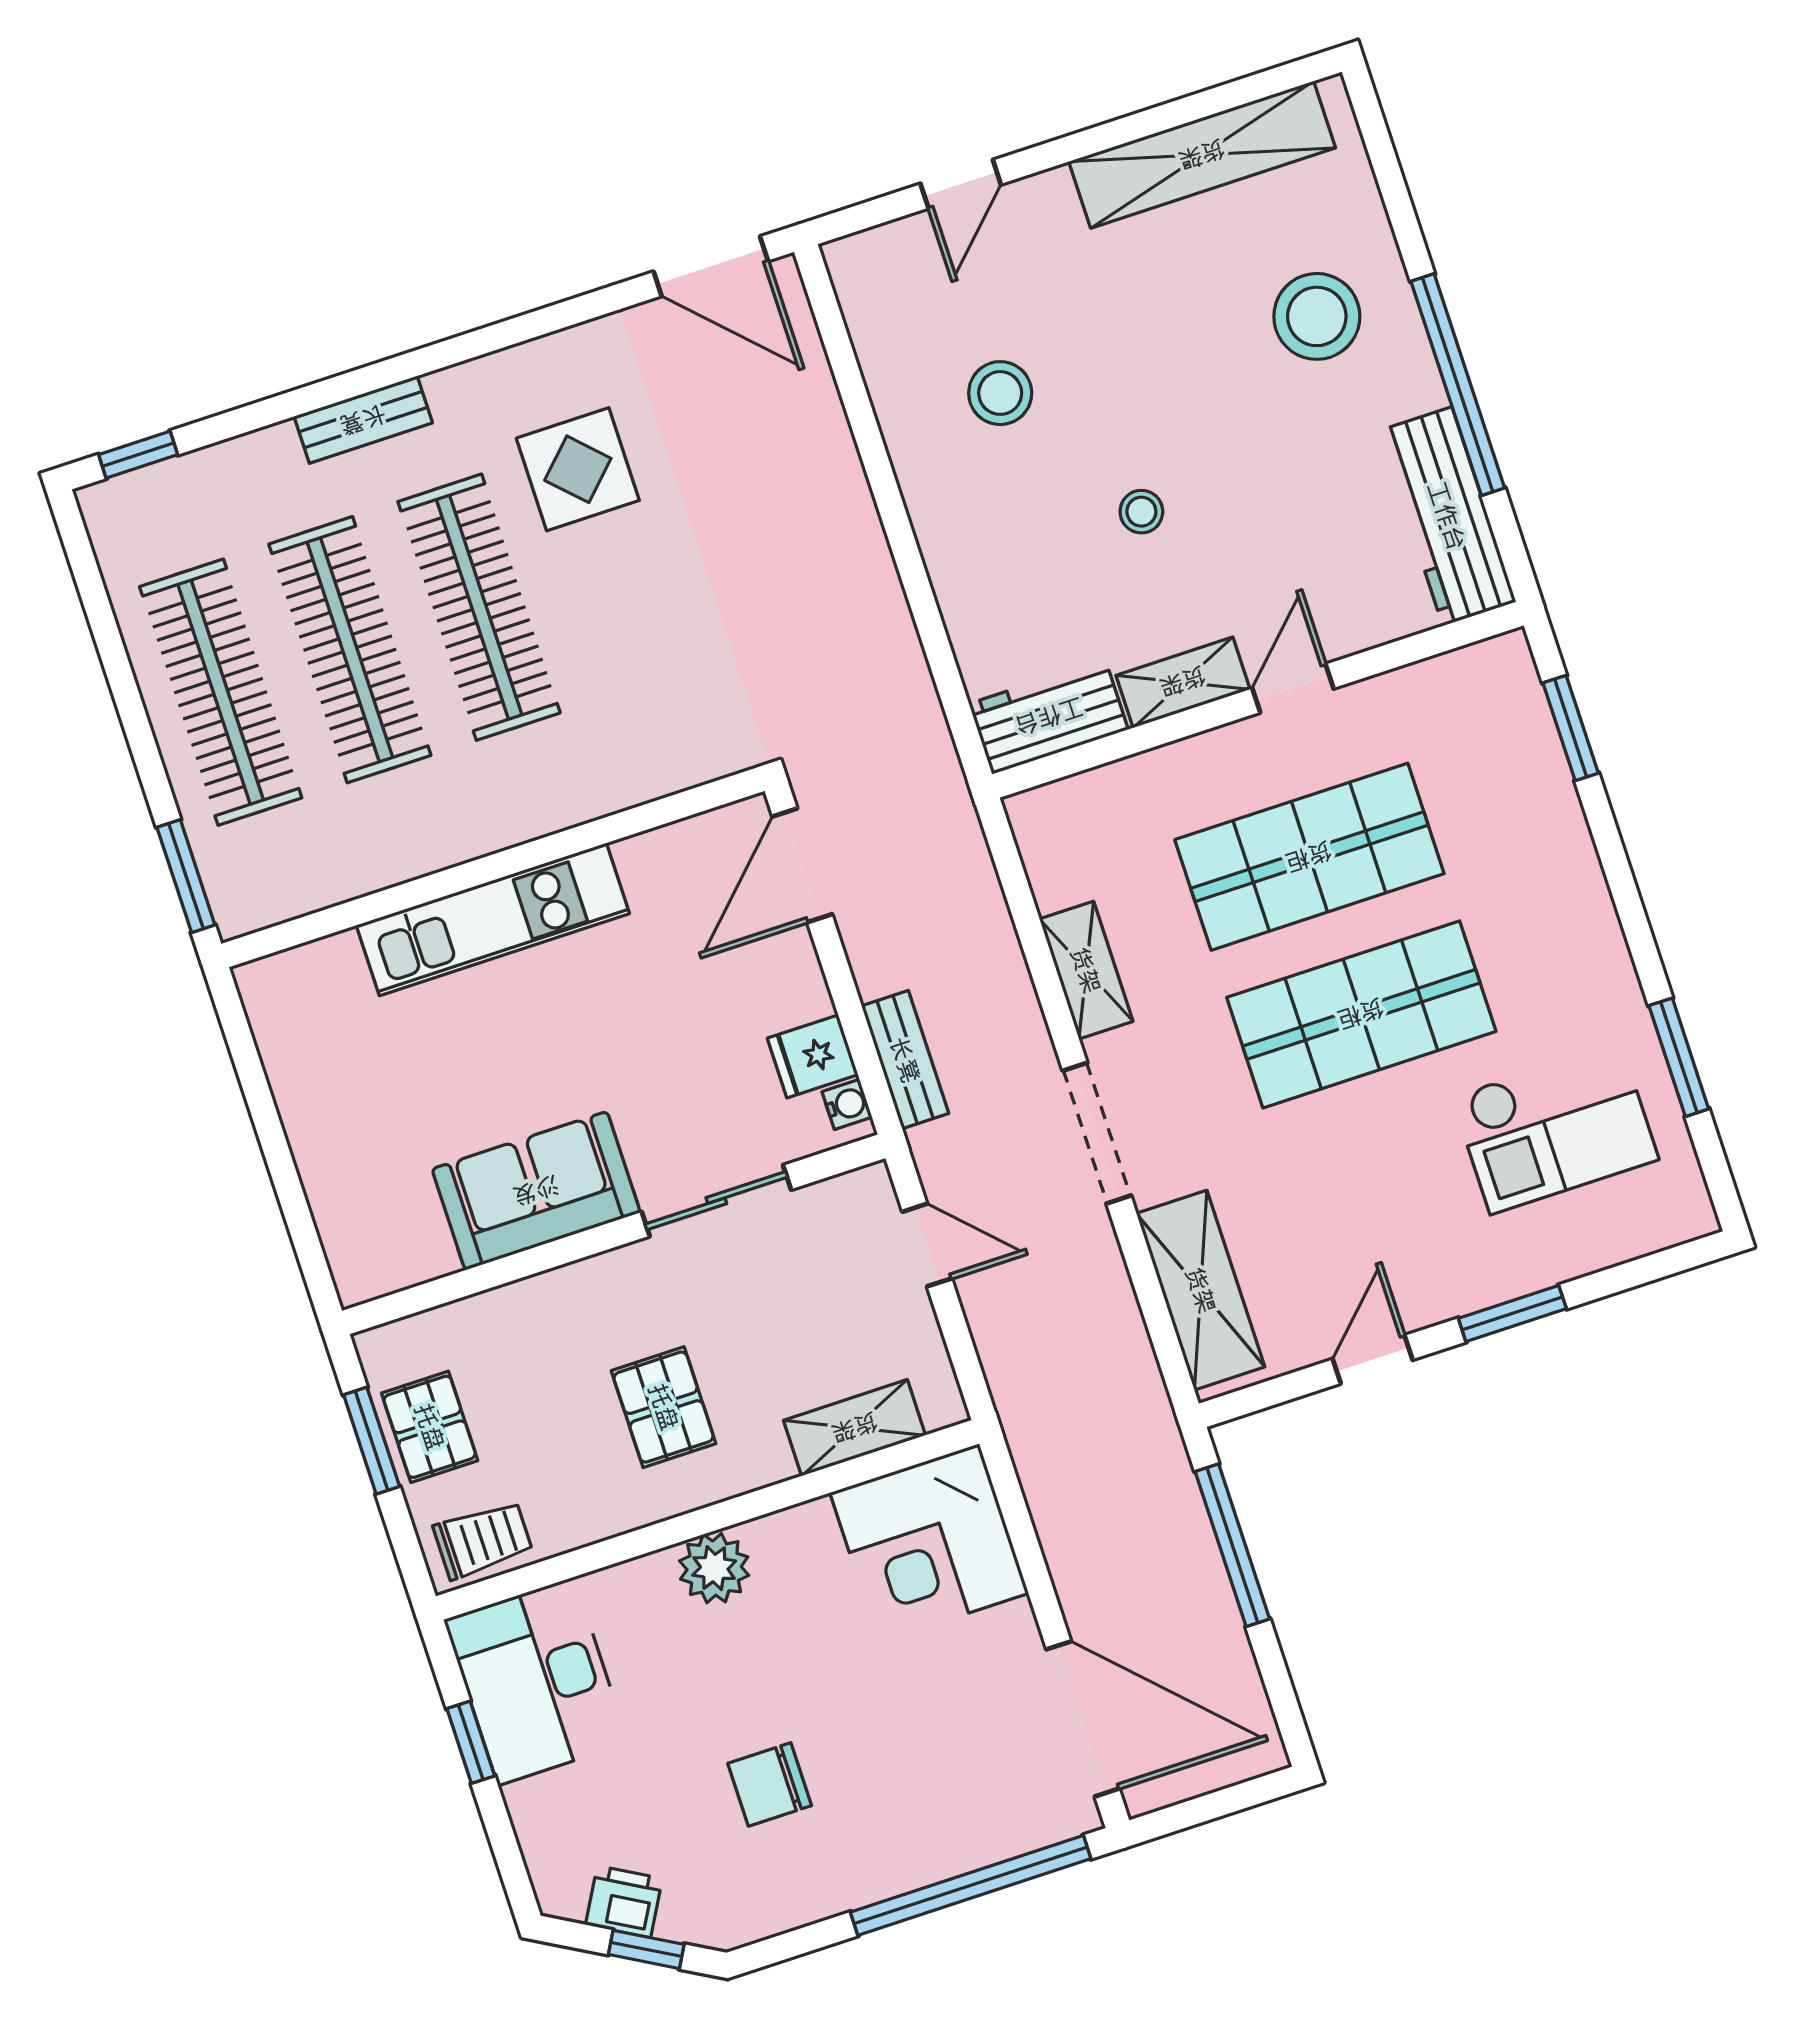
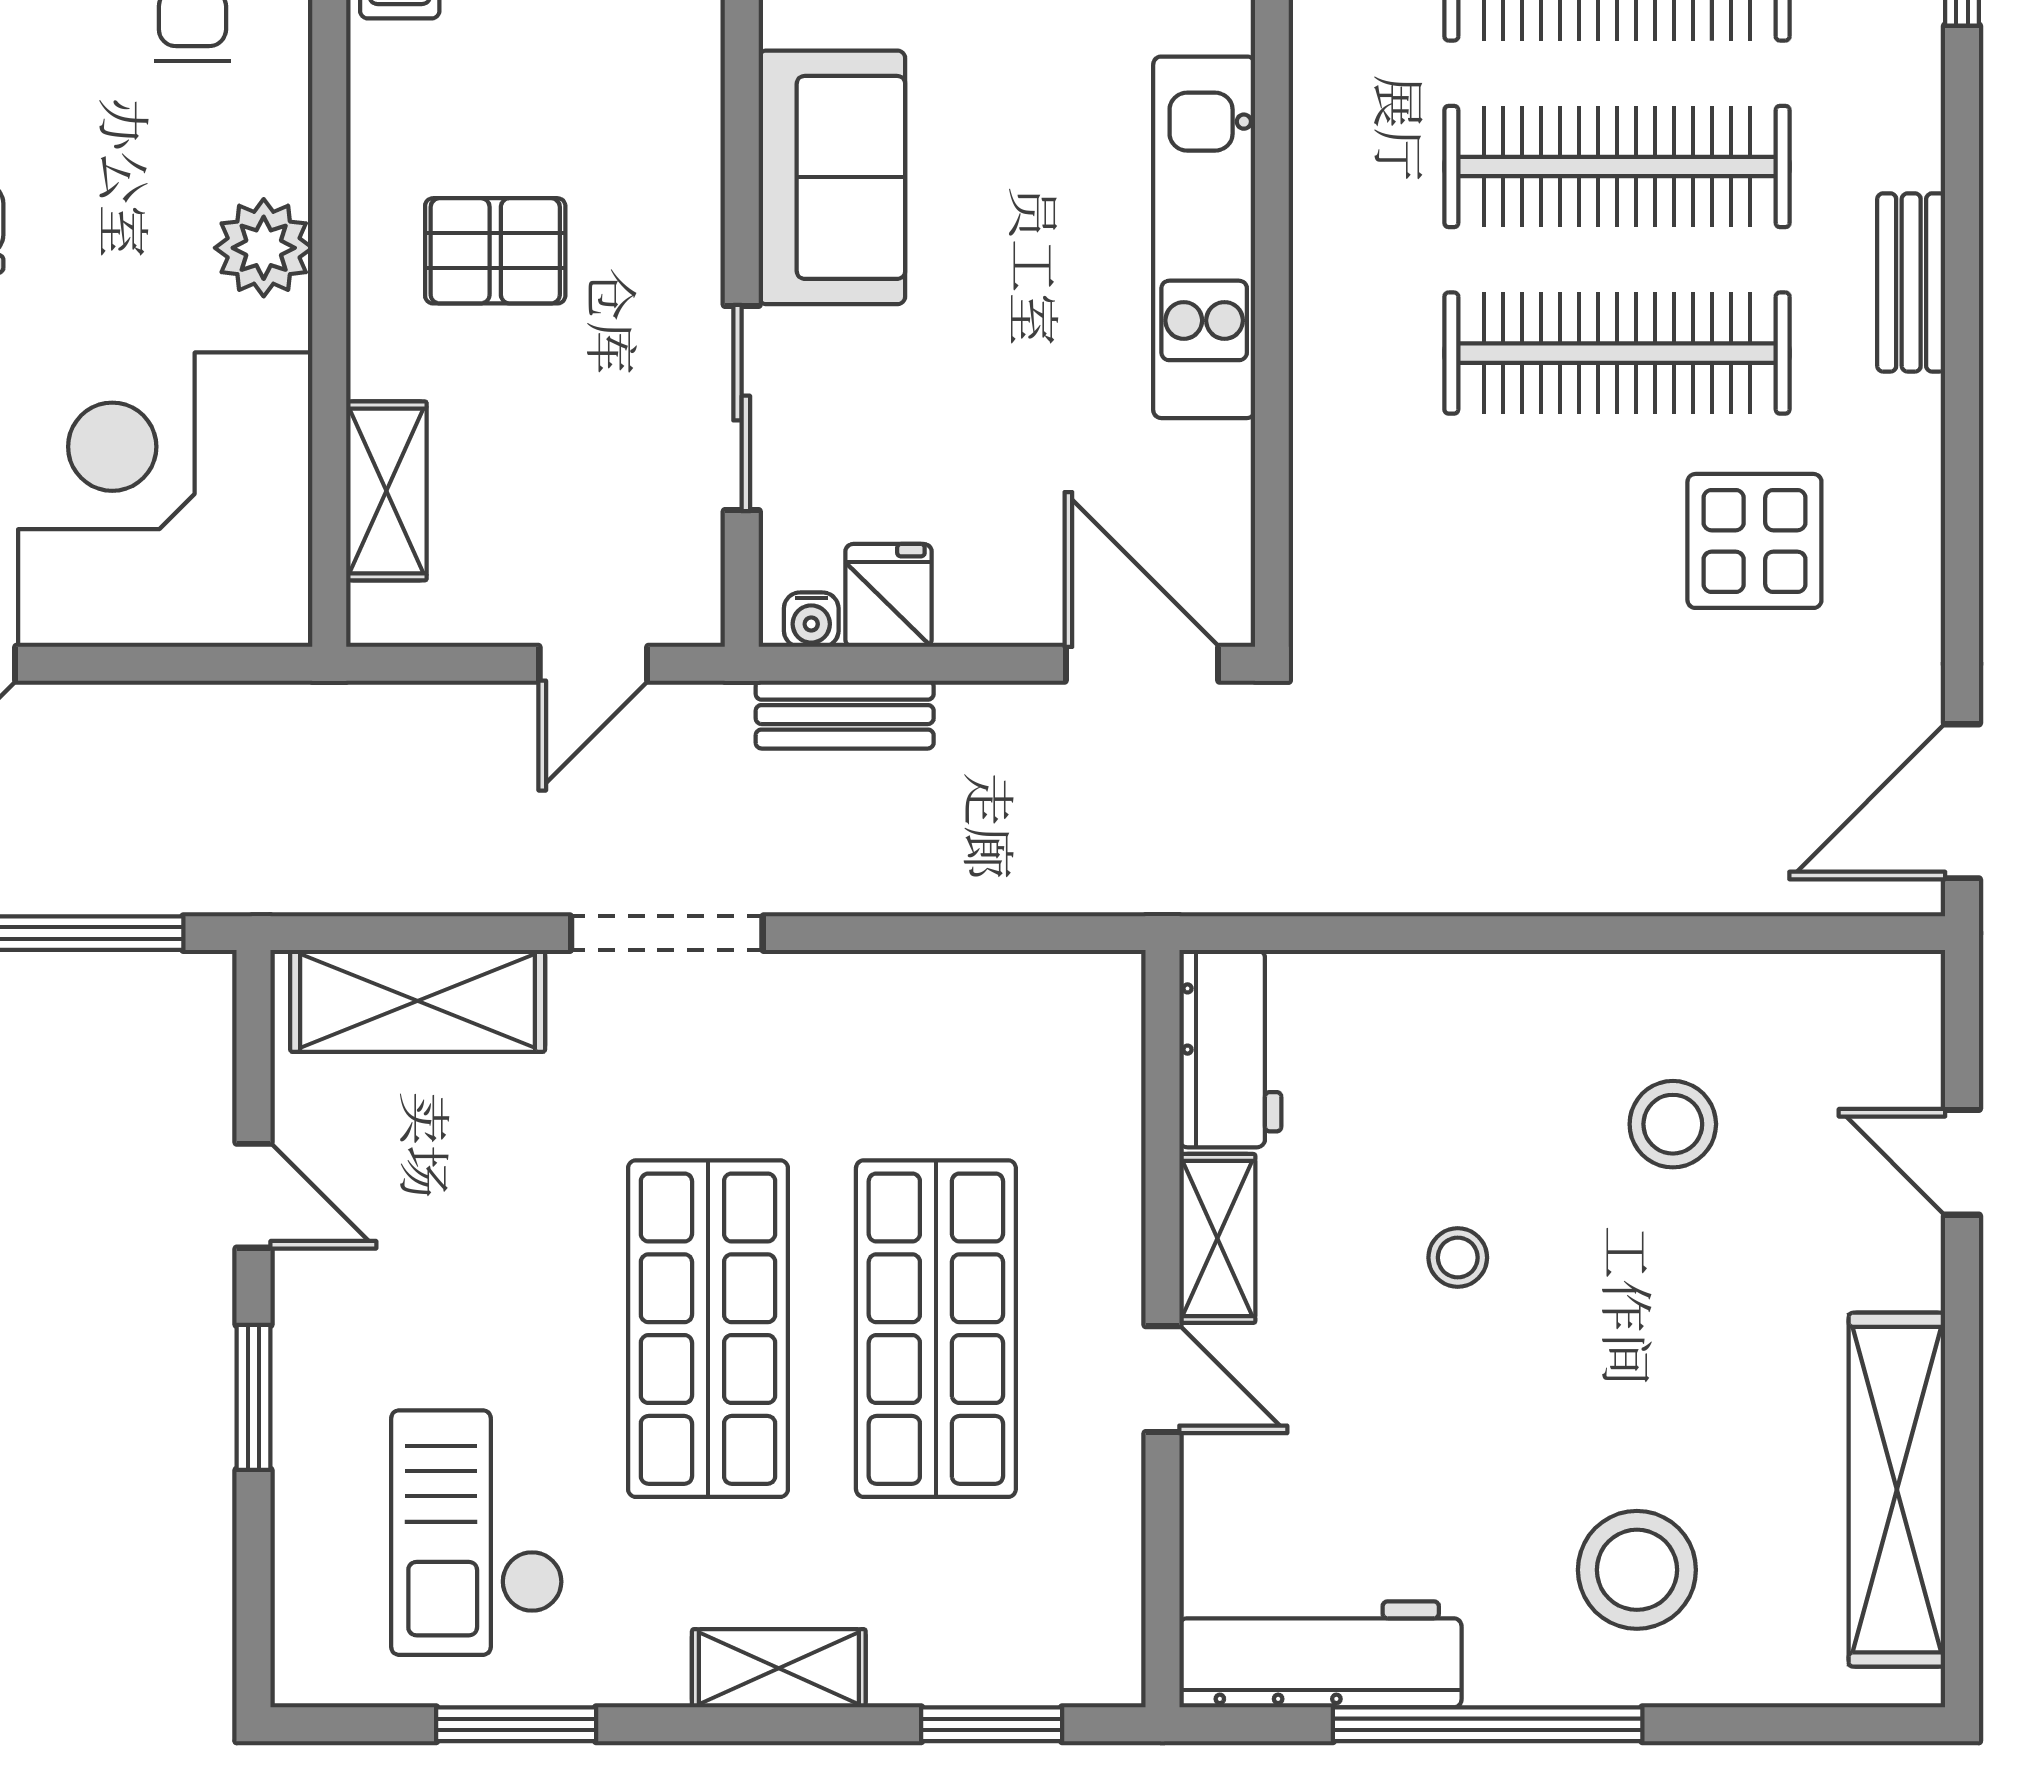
shelving: (1086, 970) -> (779, 1668), moved
corner desk: (929, 1543) -> (165, 500), width x1.36, depth x1.36

